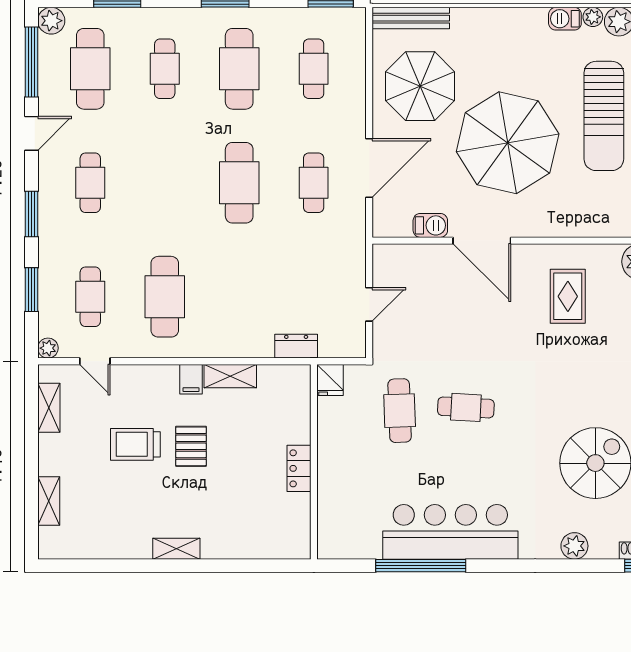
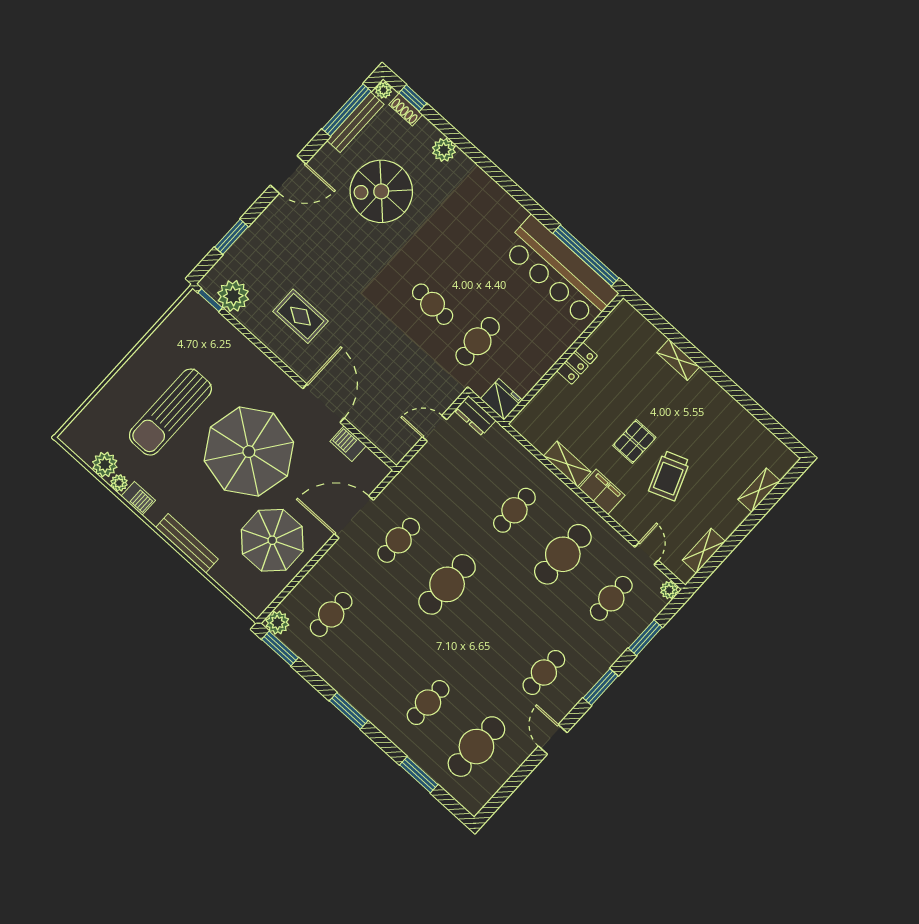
bench: (411, 18) -> (187, 543), moved
plant: (51, 21) -> (277, 623), moved
window: (31, 62) -> (511, 786), removed
cafe table: (239, 69) -> (514, 510), moved, width x0.73, depth x0.74
sun lounger: (604, 116) -> (170, 412), turned 180
door: (31, 133) -> (553, 739), hinge flipped
rug: (568, 296) -> (301, 316), turned 90
dresser: (296, 346) -> (475, 416), moved
filing cabinet: (191, 379) -> (602, 492), width x2.00
fridge: (330, 380) -> (501, 399), width x1.38
trolley: (135, 444) -> (669, 476), turned 69
bar counter: (450, 532) -> (559, 271), moved
shelving: (176, 549) -> (678, 360), moved
window: (421, 566) -> (586, 256), moved

